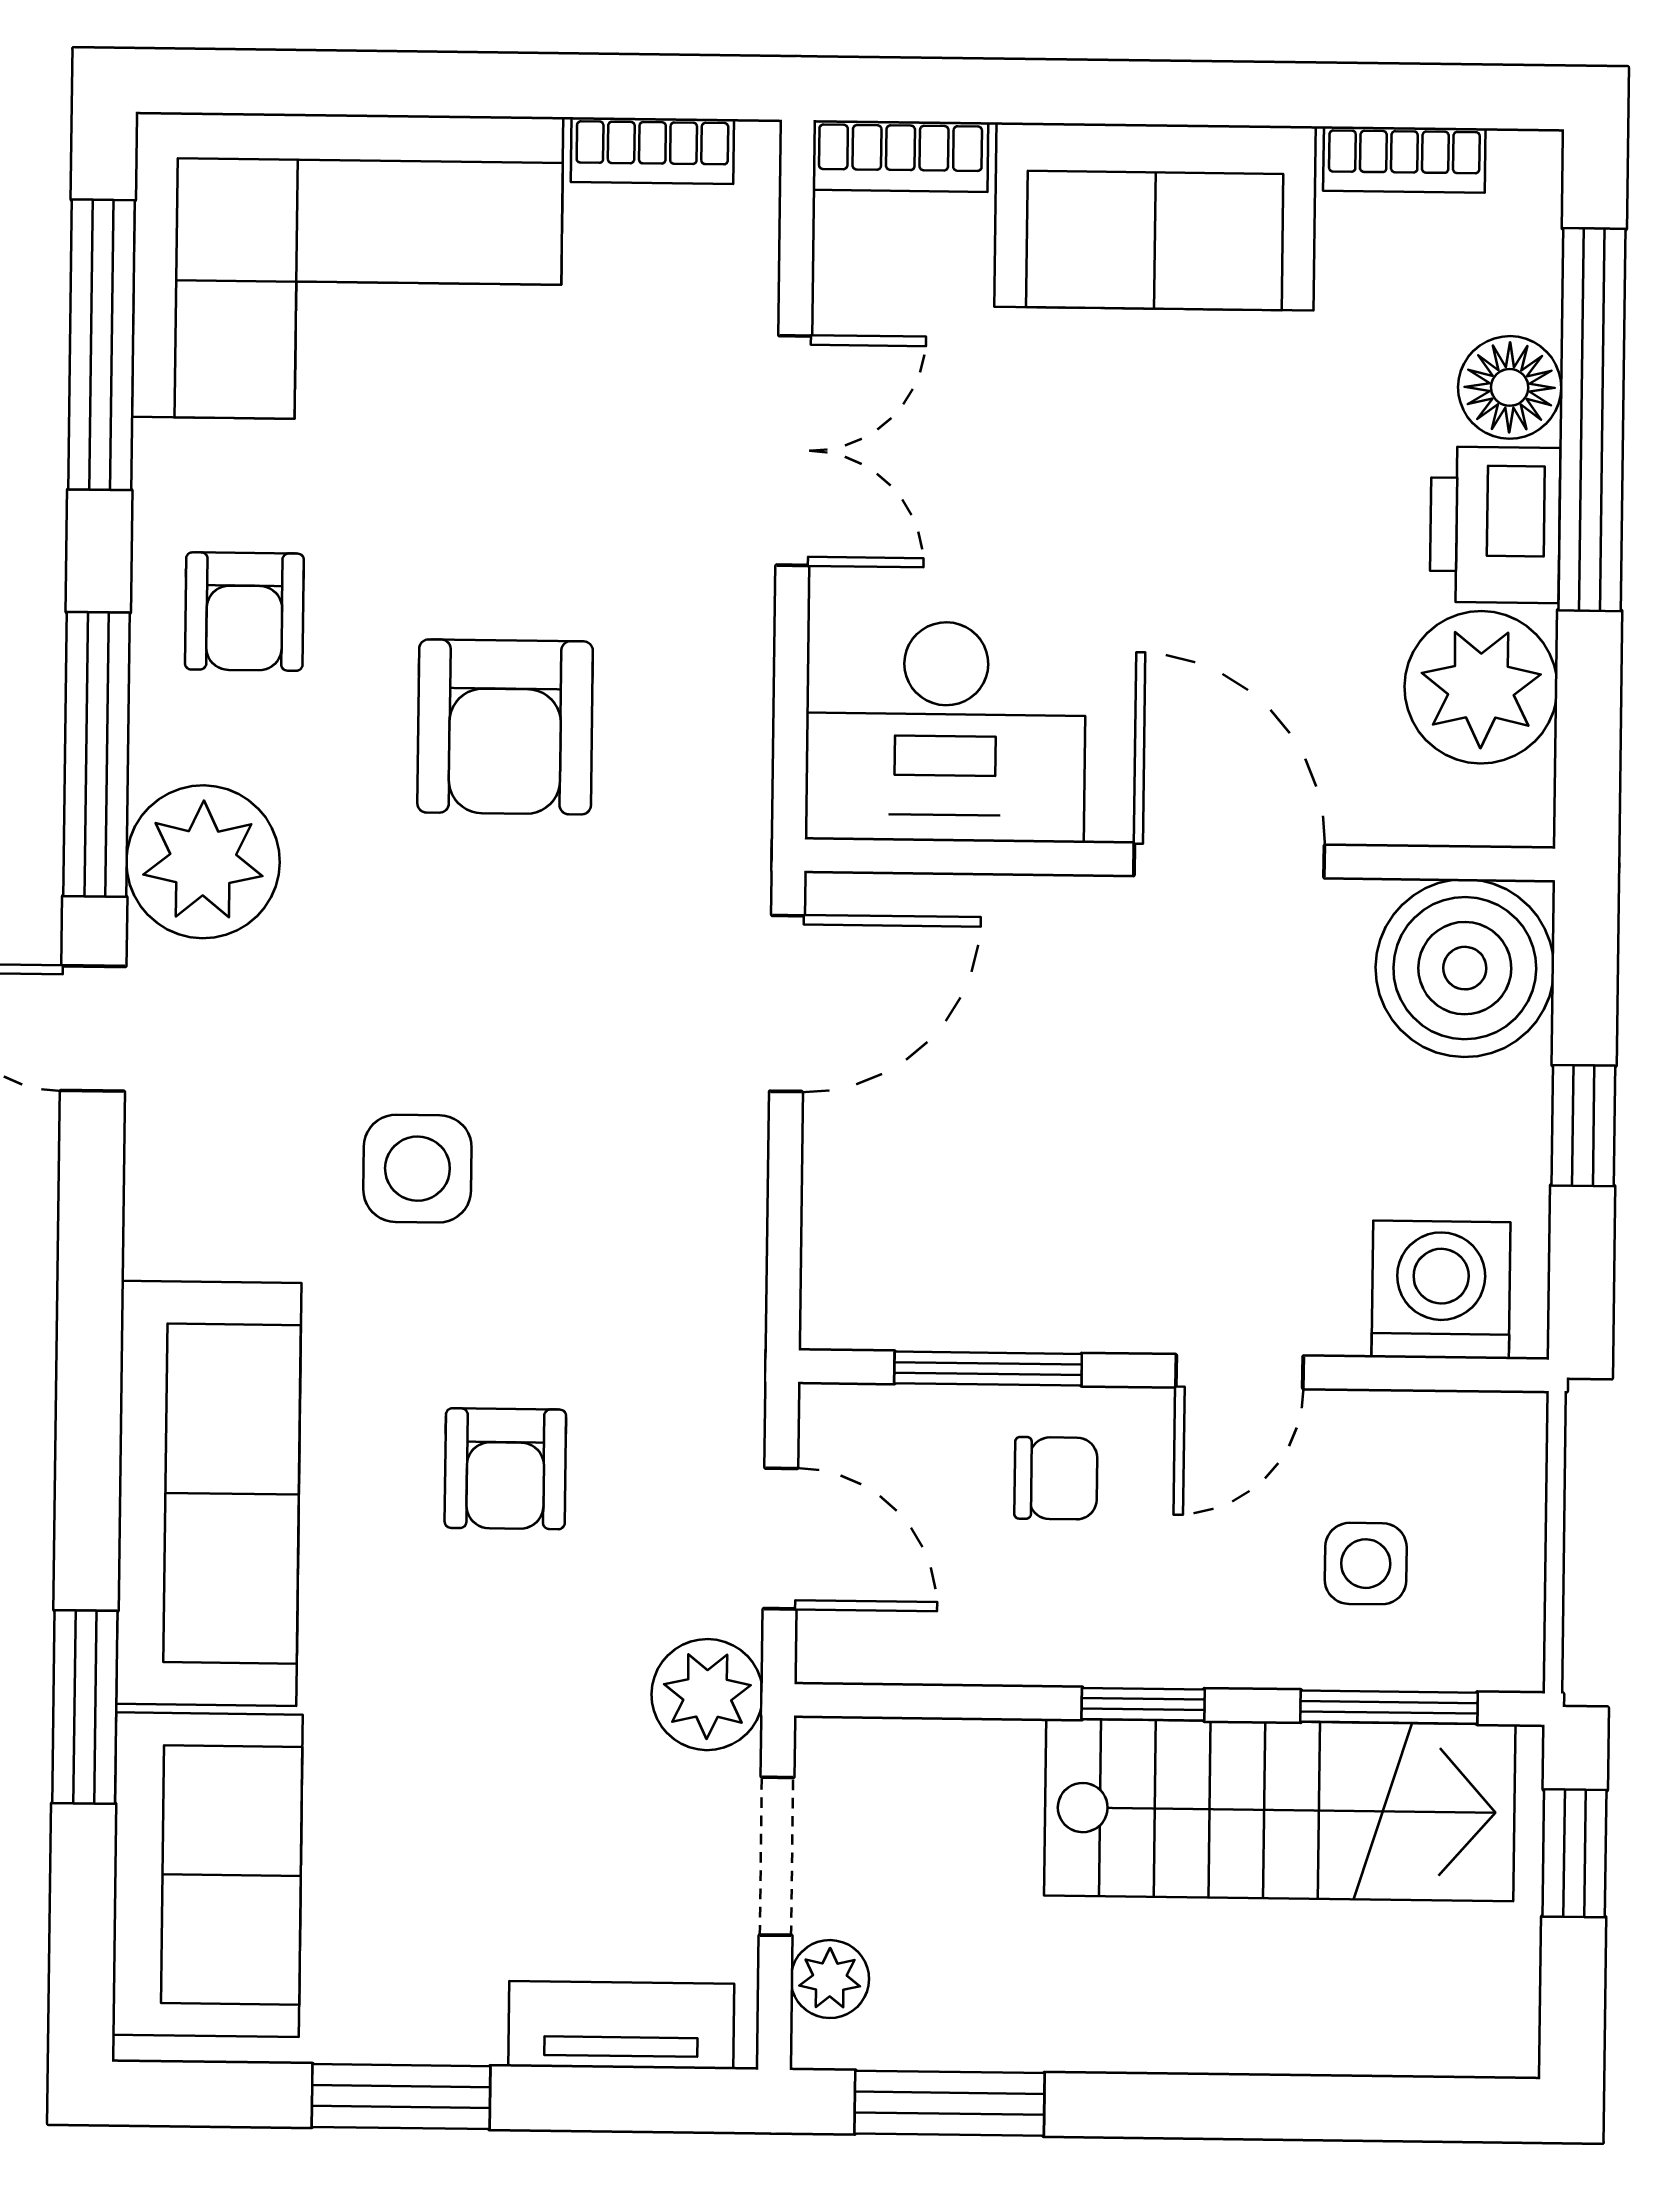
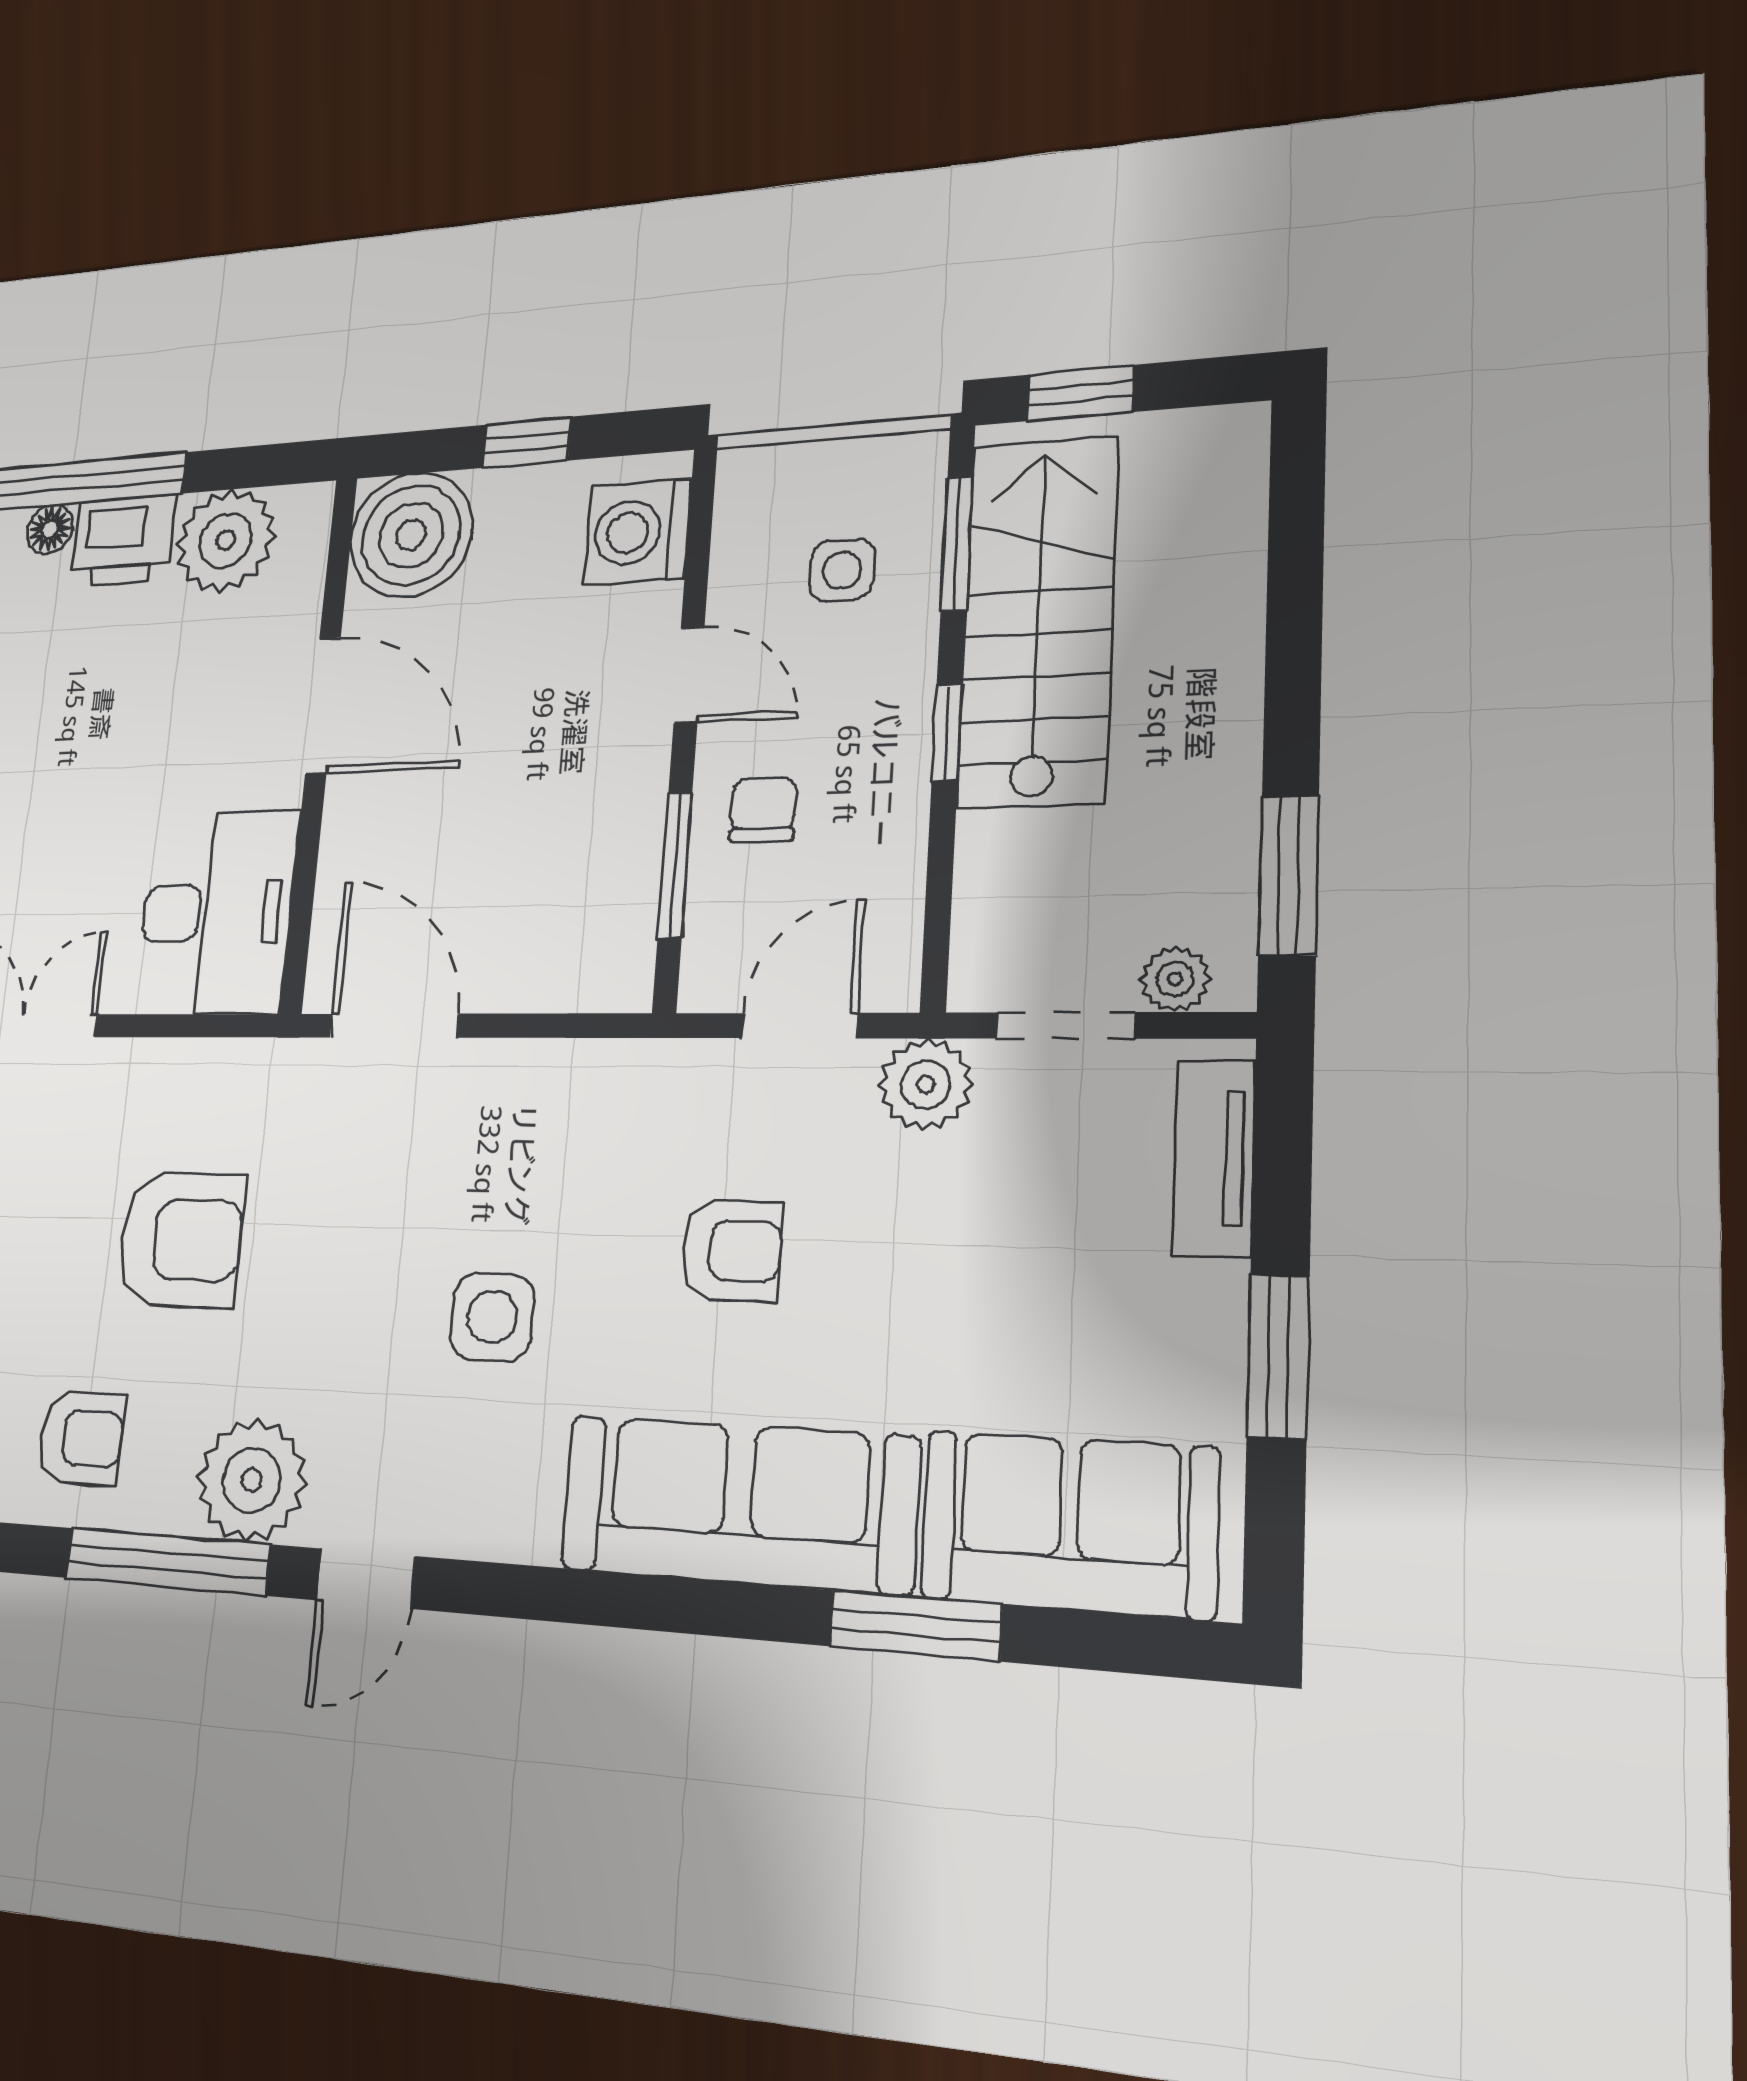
floor lamp: (1510, 387) -> (50, 529), width x0.73, depth x0.73
door: (1229, 860) -> (323, 706), swing flipped

